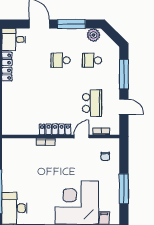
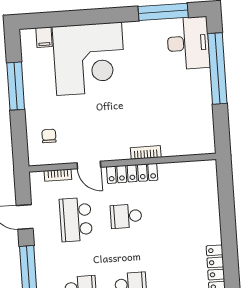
school desk: (61, 103) -> (126, 216), added
door: (82, 136) -> (89, 165), hinge flipped

